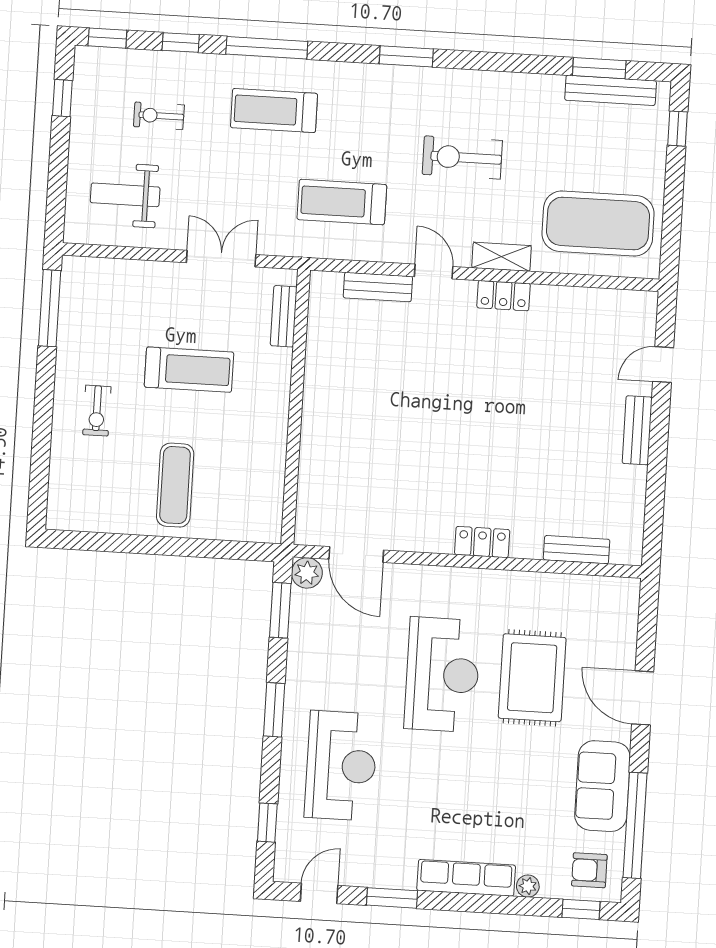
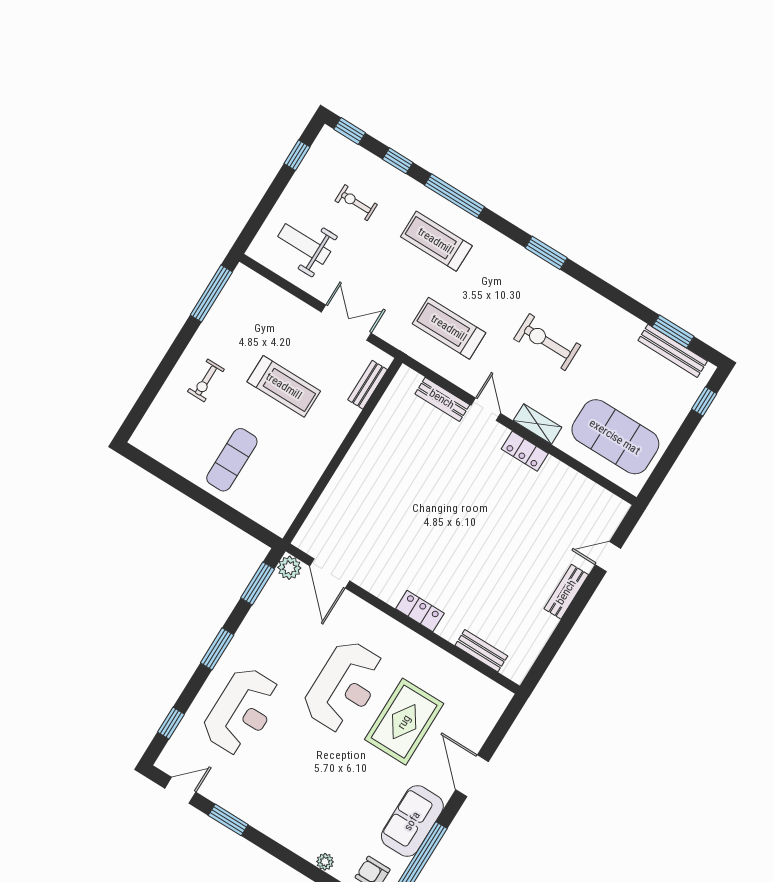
row of seats: (466, 878) -> (286, 833), removed

